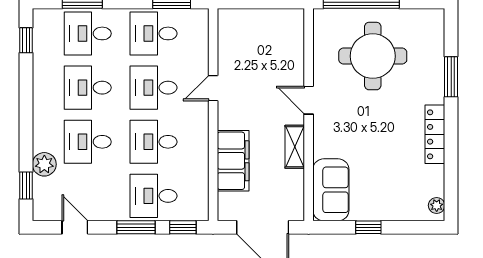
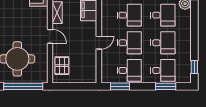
pallet: (286, 43) -> (62, 66), added

